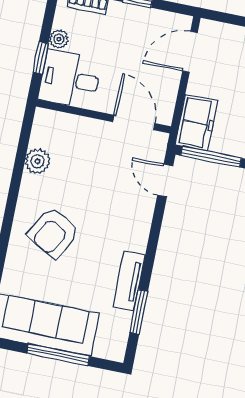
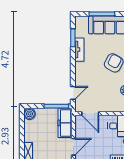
freezer: (196, 123) -> (65, 123), width x1.40
door: (165, 180) -> (73, 93), hinge flipped

